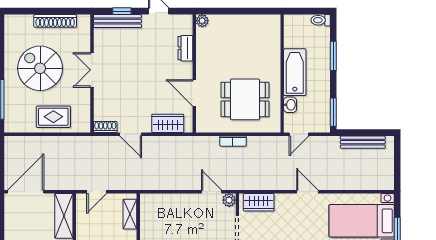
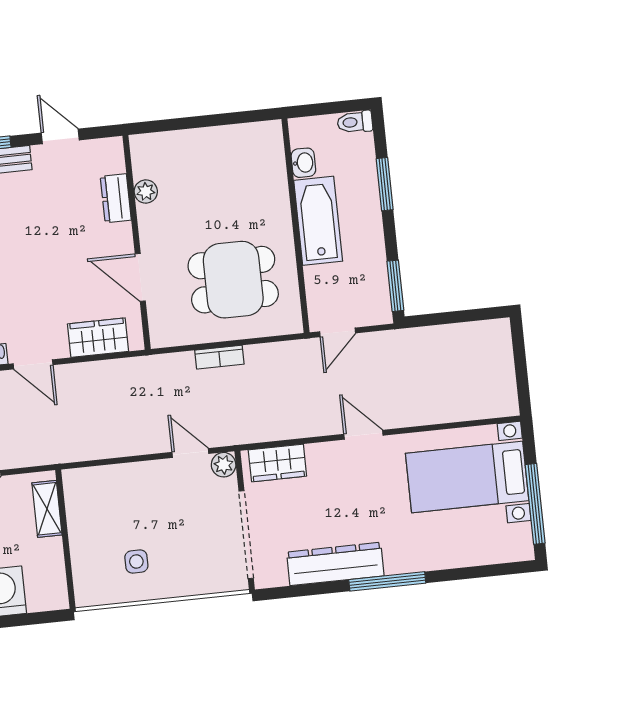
plant: (202, 21) -> (146, 191), moved
washbasin: (290, 105) -> (303, 163), moved
bench: (363, 142) -> (454, 334), removed

